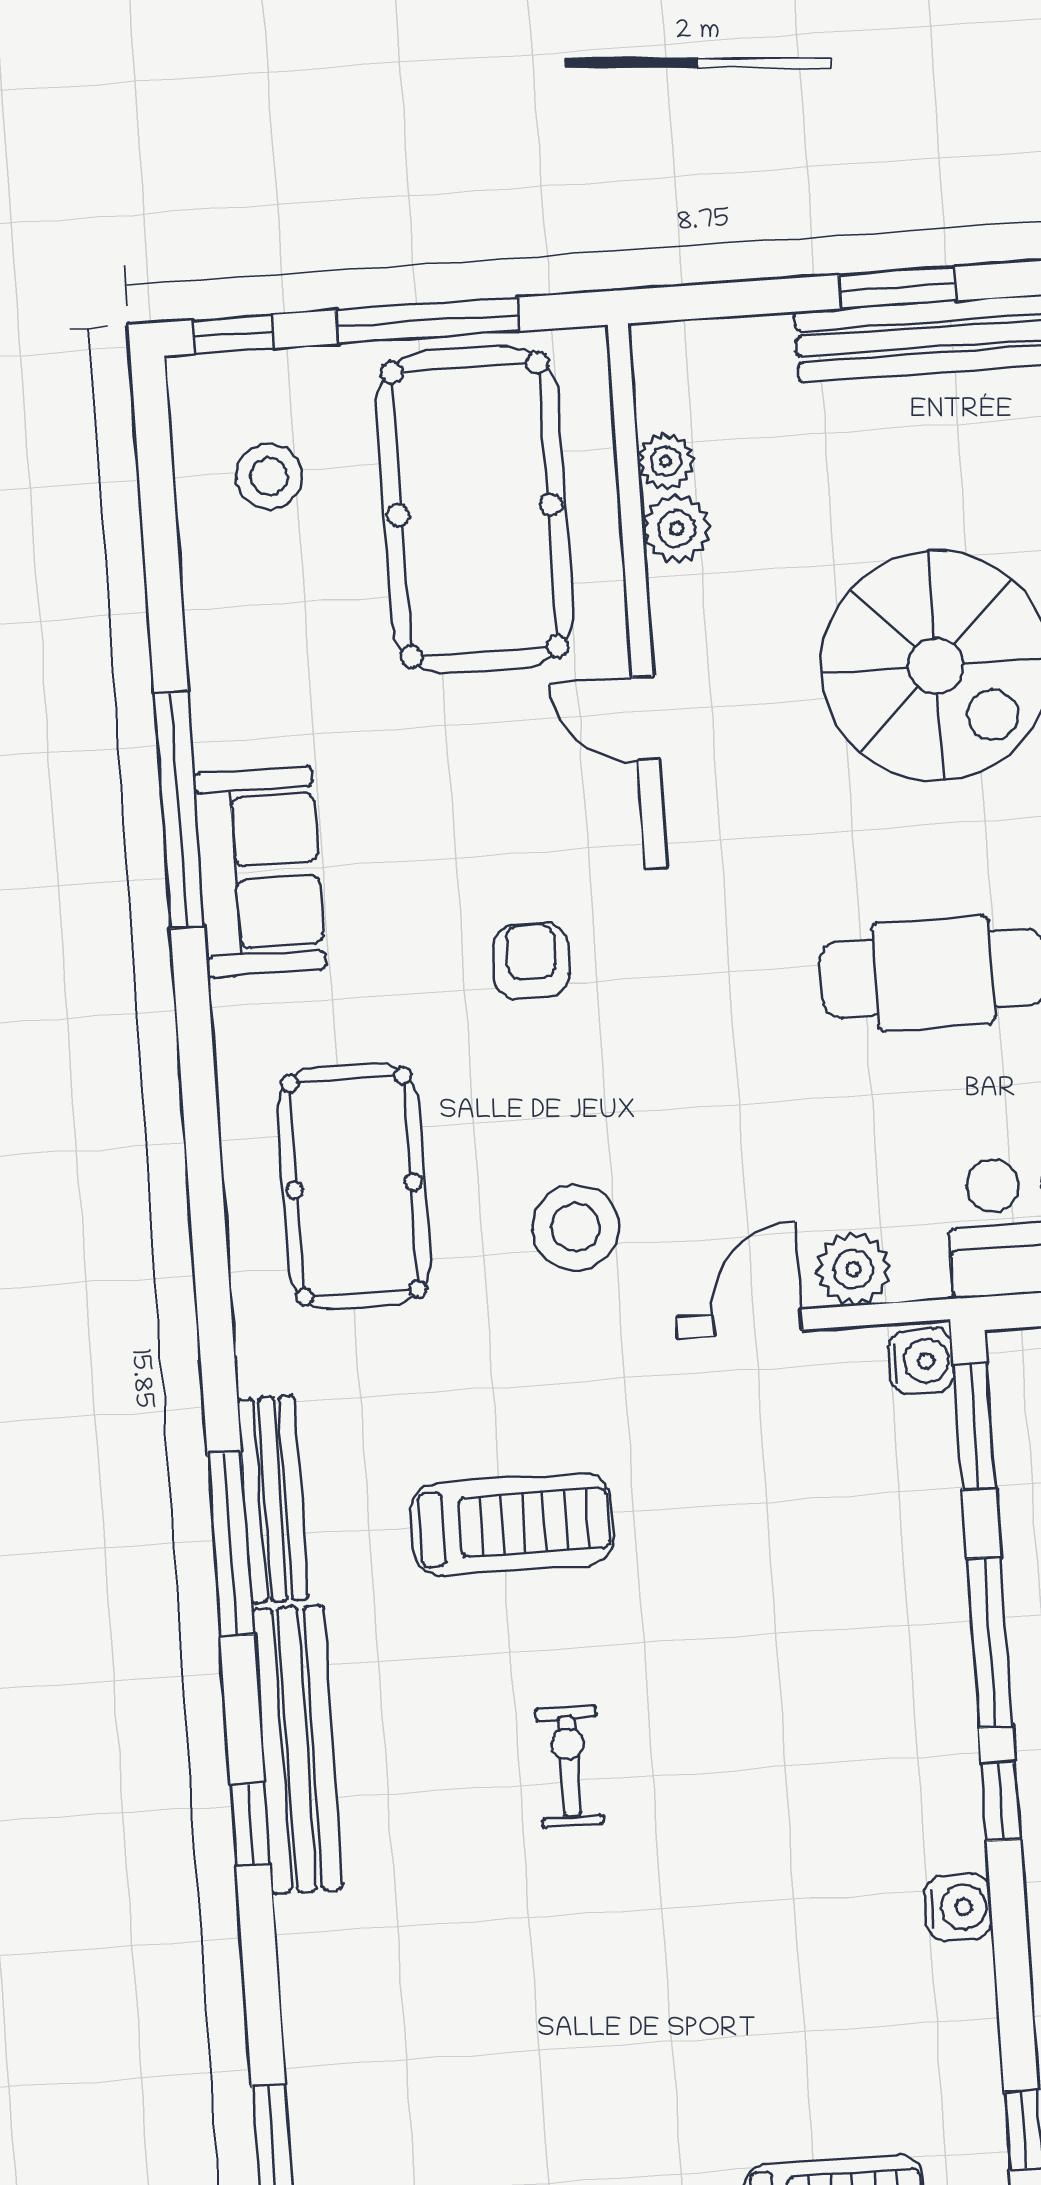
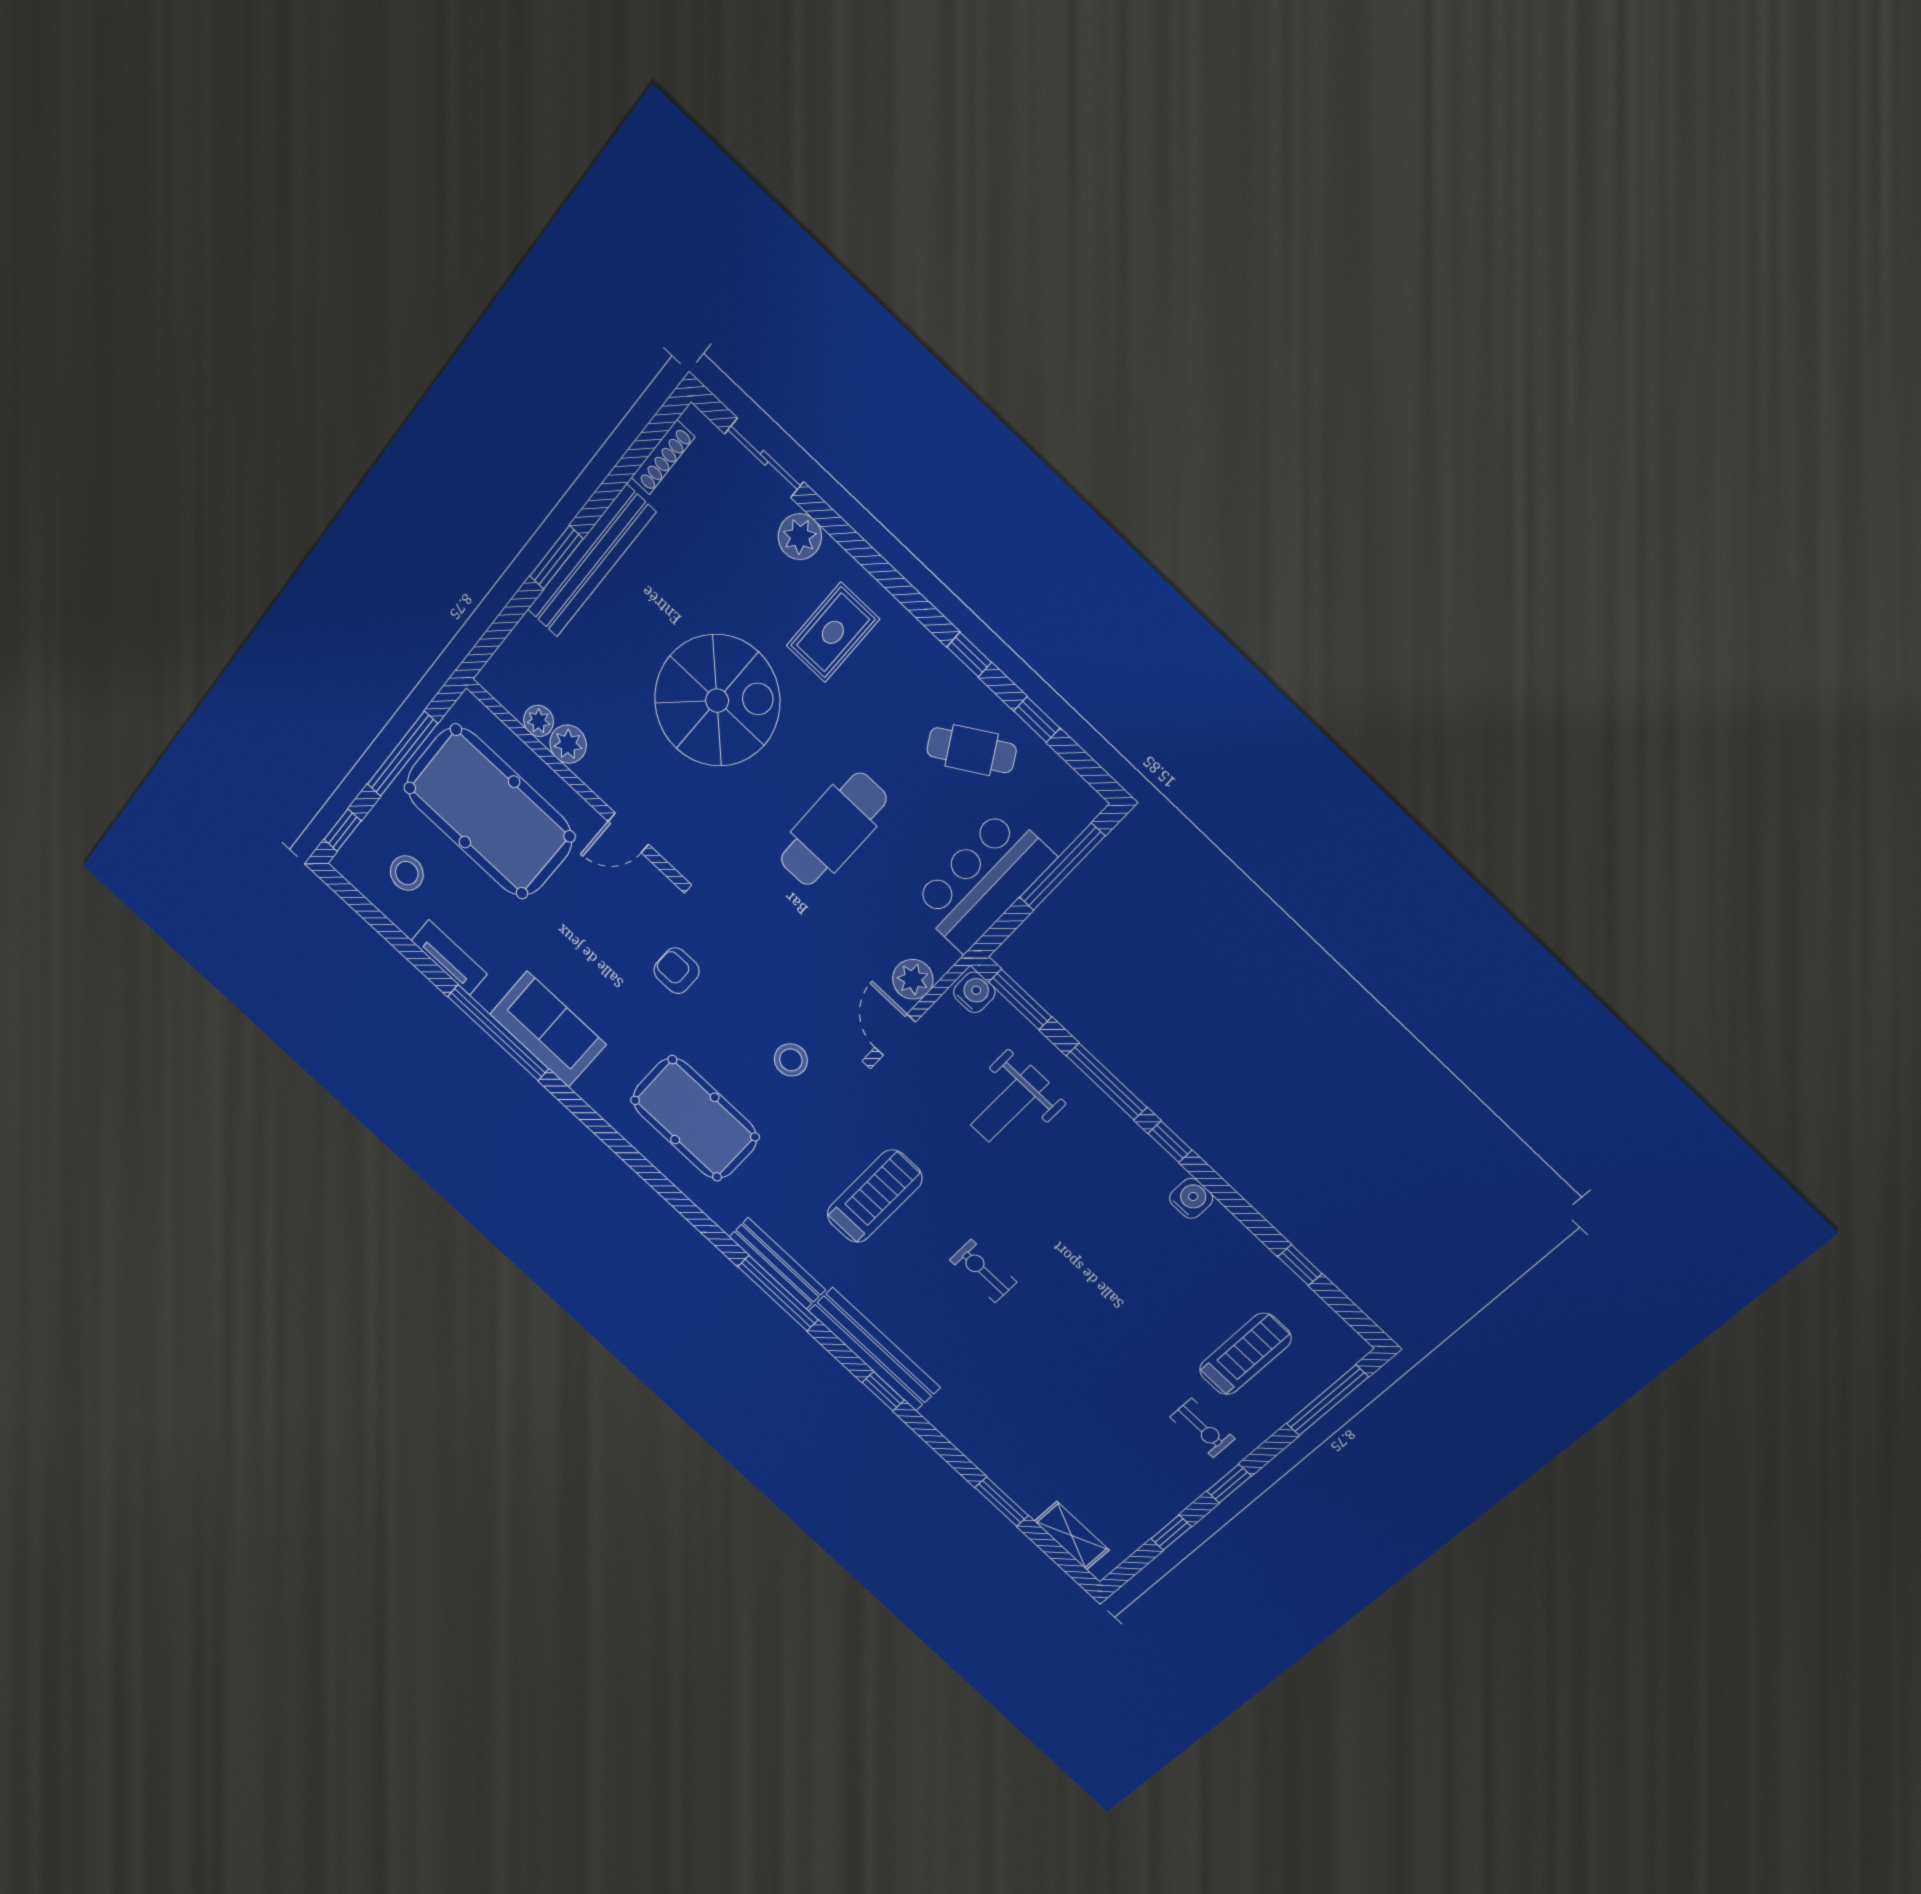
tv unit: (213, 643) -> (449, 957), added
stool: (576, 1227) -> (791, 1060), width x0.73, depth x0.73
weight bench: (828, 1558) -> (1010, 1104), added

